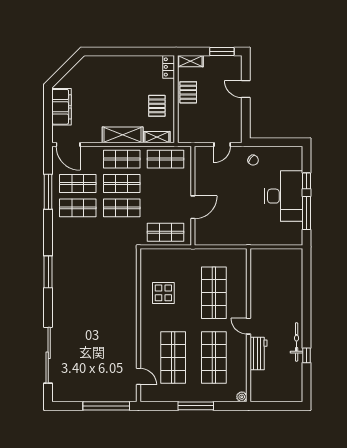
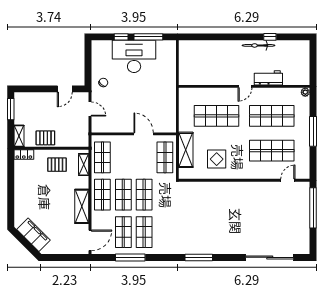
door: (246, 89) -> (65, 89), moved
filing cabinet: (62, 107) -> (33, 235), moved, turned 45
shelving: (123, 135) -> (82, 206), moved
shelving: (174, 257) -> (186, 150), added

